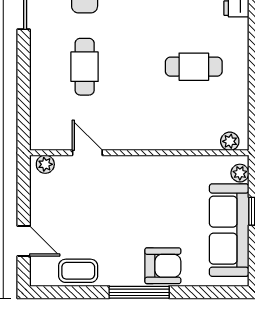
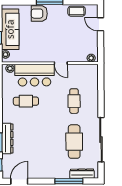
bar counter: (174, 126) -> (35, 75), added
door: (87, 153) -> (61, 63), moved

